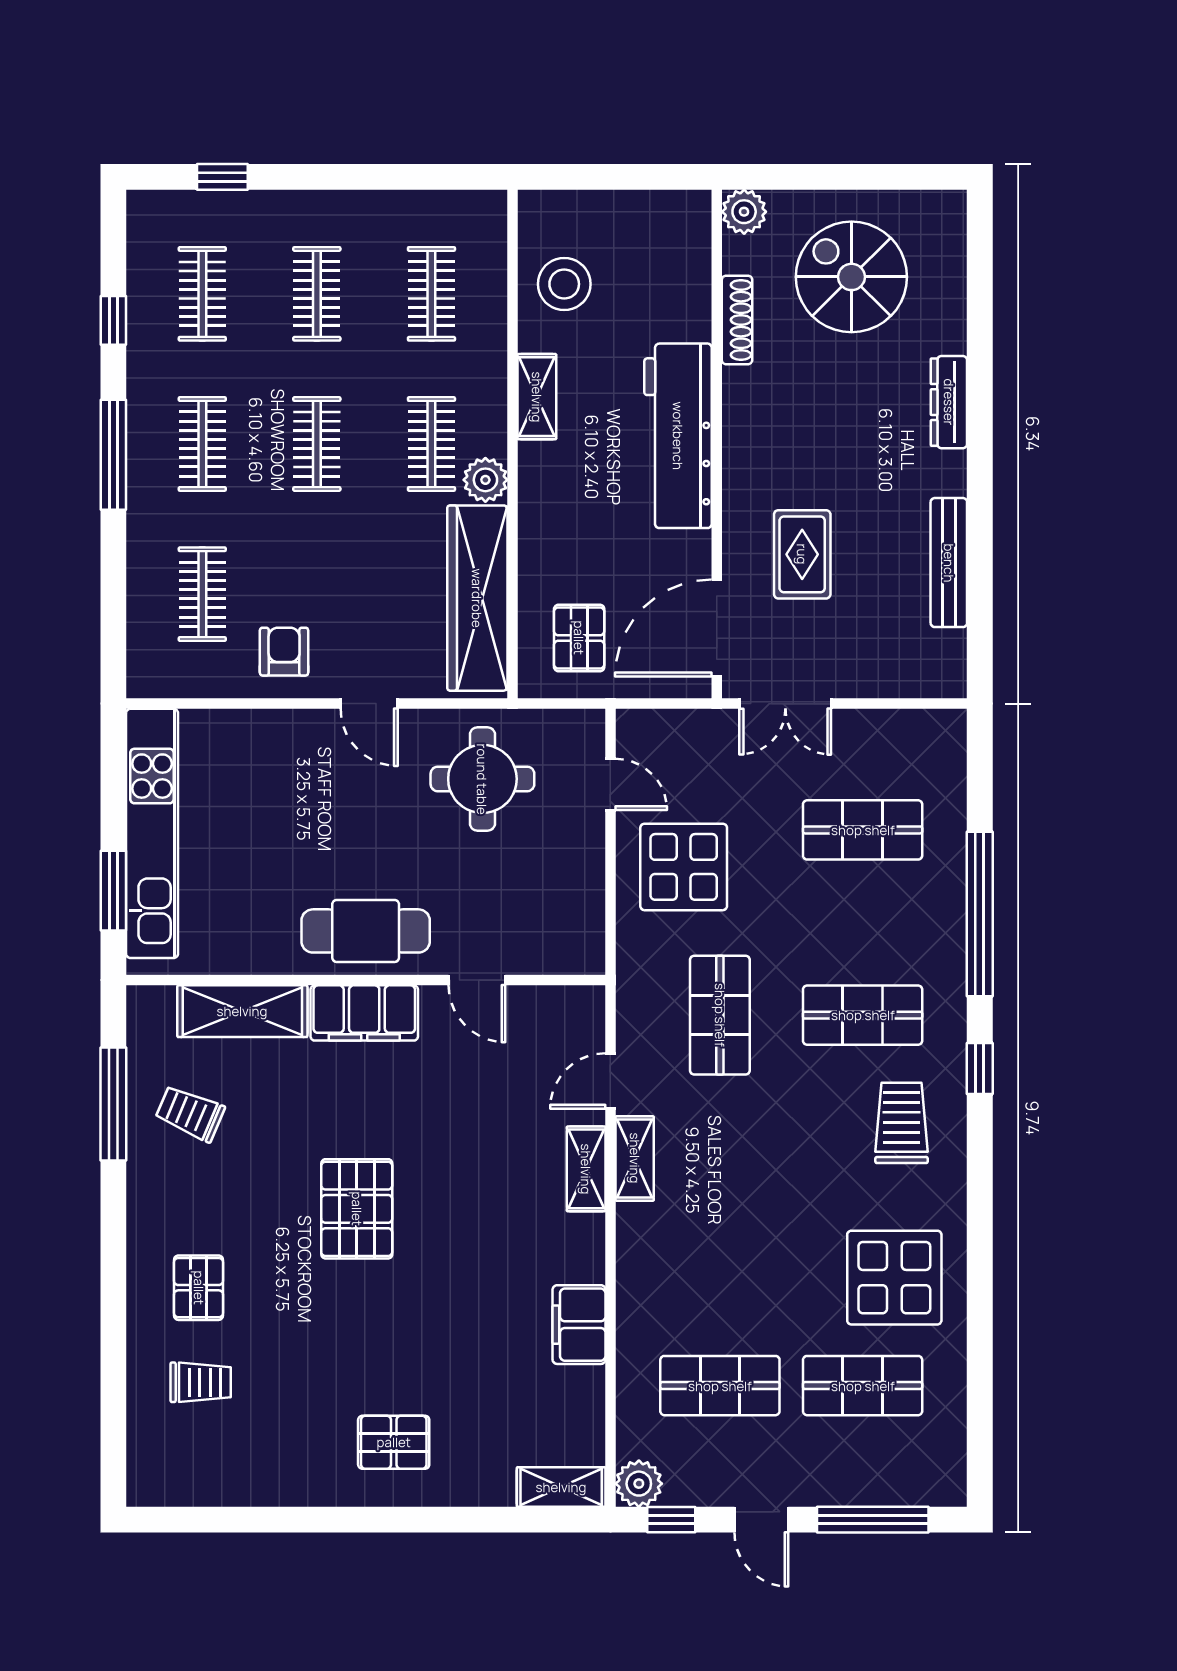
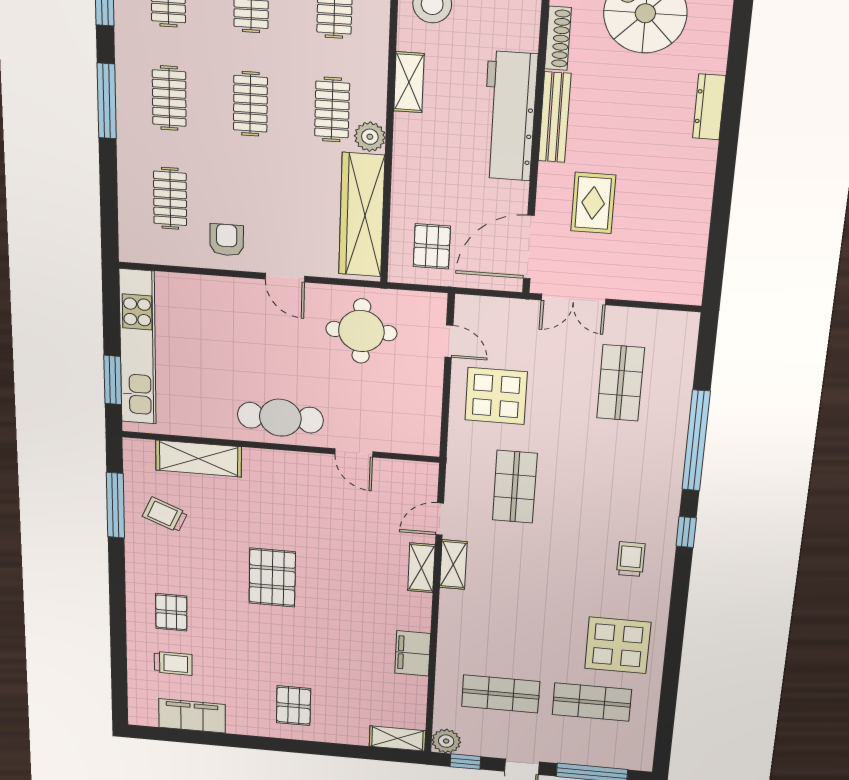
bench: (949, 563) -> (555, 117), moved
shop shelf: (863, 830) -> (620, 383), turned 90
filing cabinet: (364, 1013) -> (192, 716), moved, turned 180
shop shelf: (863, 1015) -> (610, 495), removed
trolley: (902, 1123) -> (631, 559), width x0.73, depth x0.72
pallet: (394, 1442) -> (294, 706), turned 90

